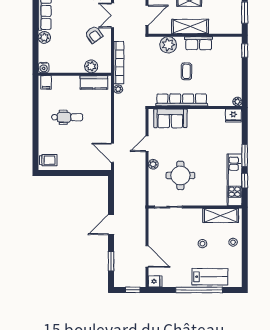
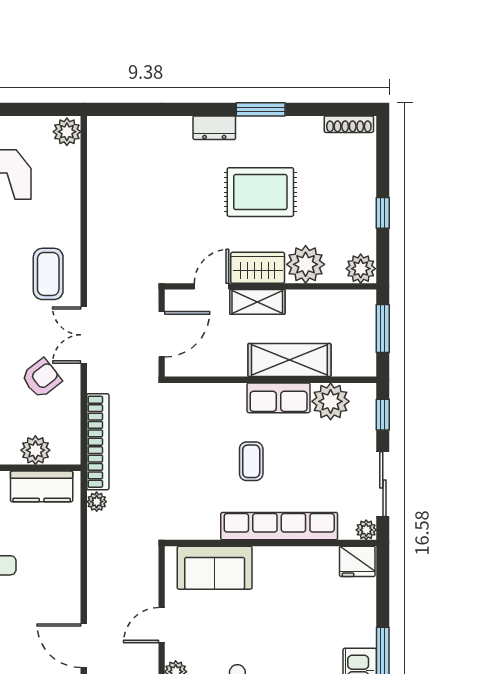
shelving: (190, 27) -> (289, 360), moved
armchair: (94, 35) -> (41, 378), turned -92
plant: (168, 45) -> (331, 401), moved
sliding door: (245, 81) -> (383, 484), added
row of seats: (182, 100) -> (279, 526), moved

